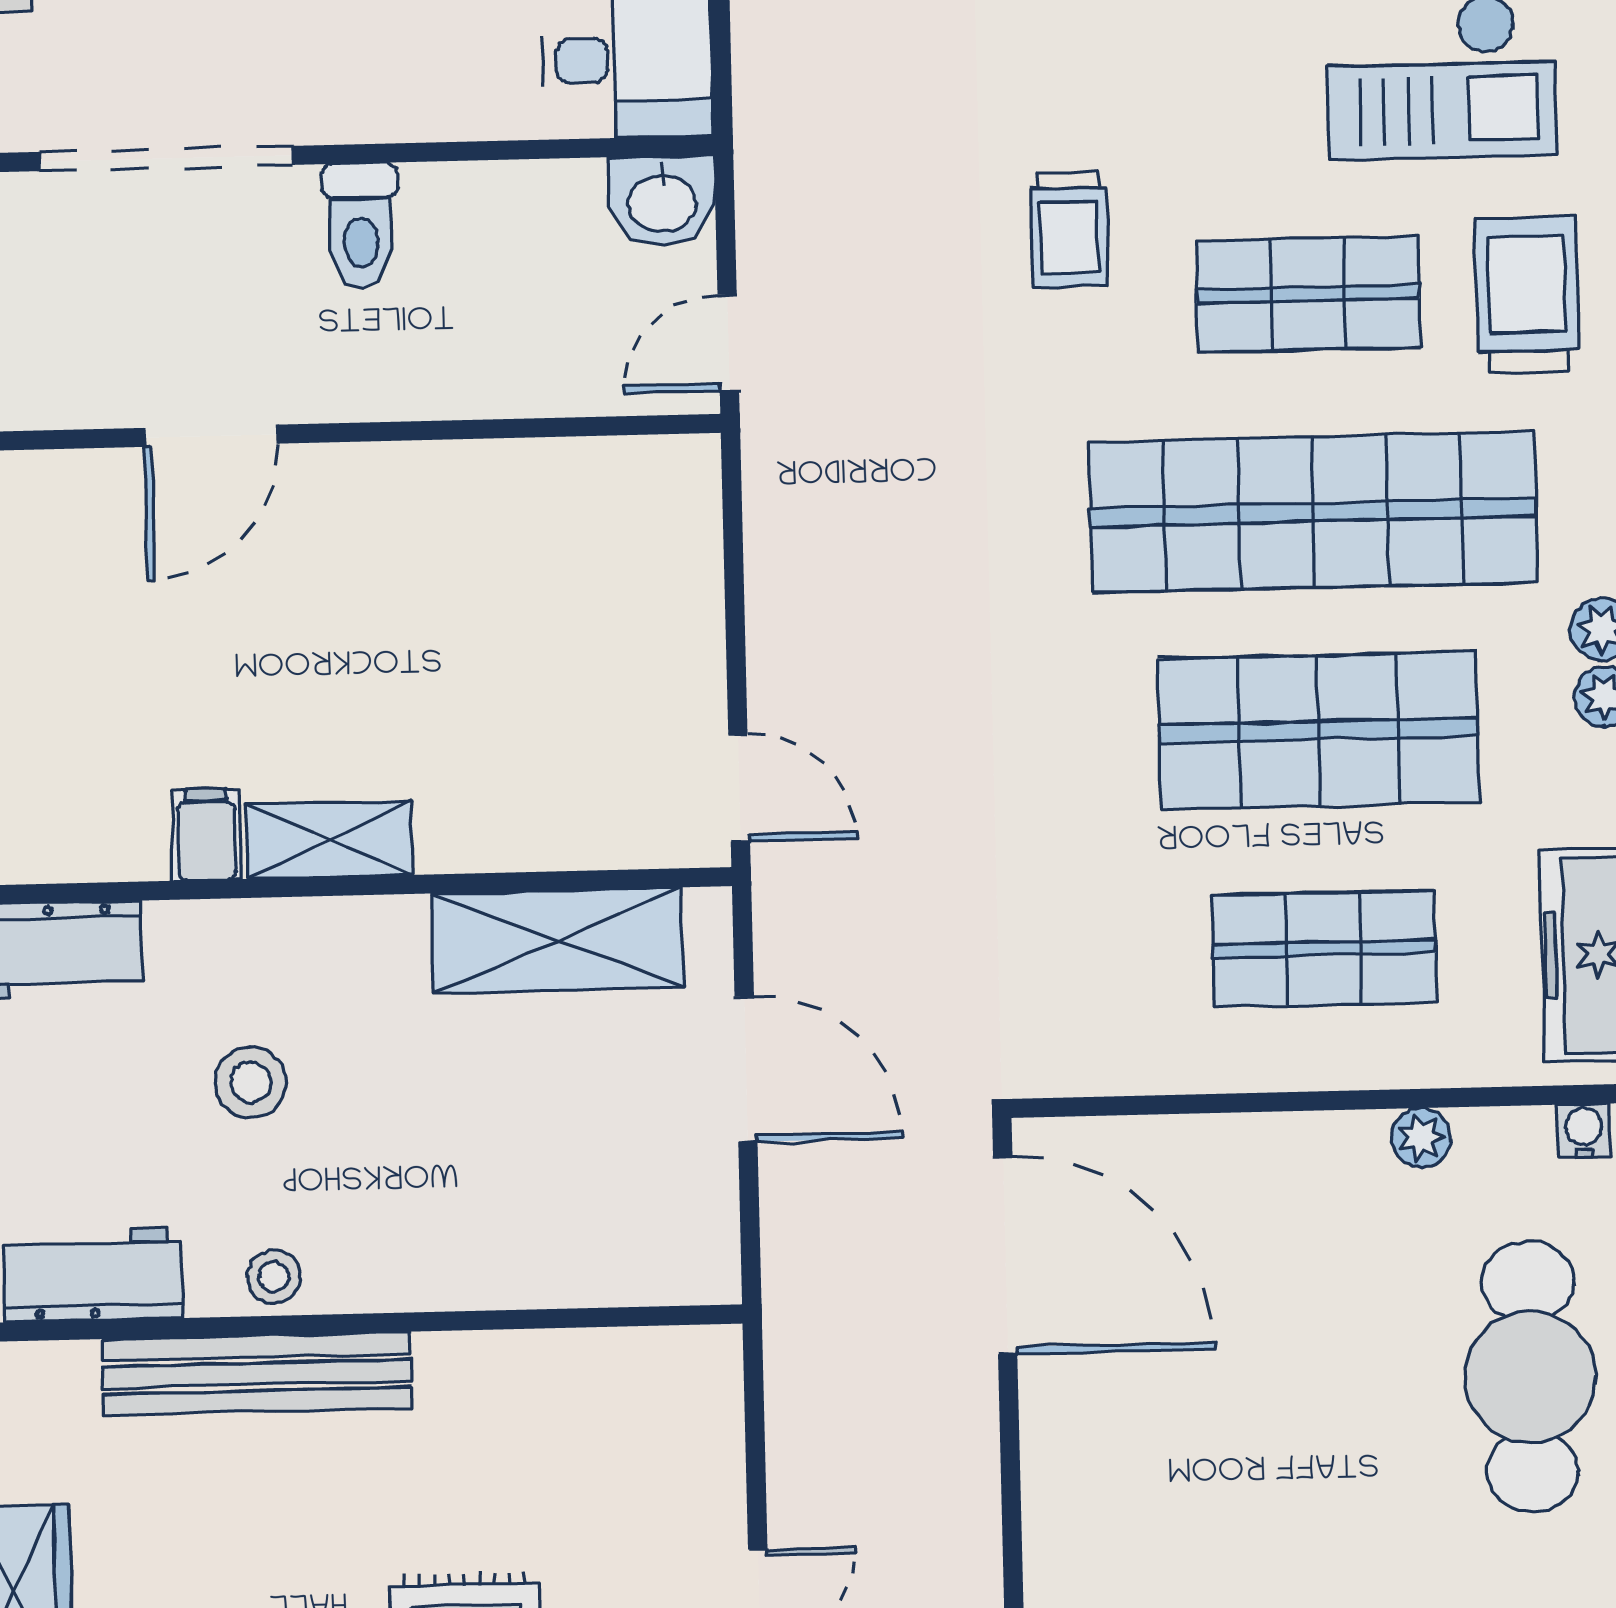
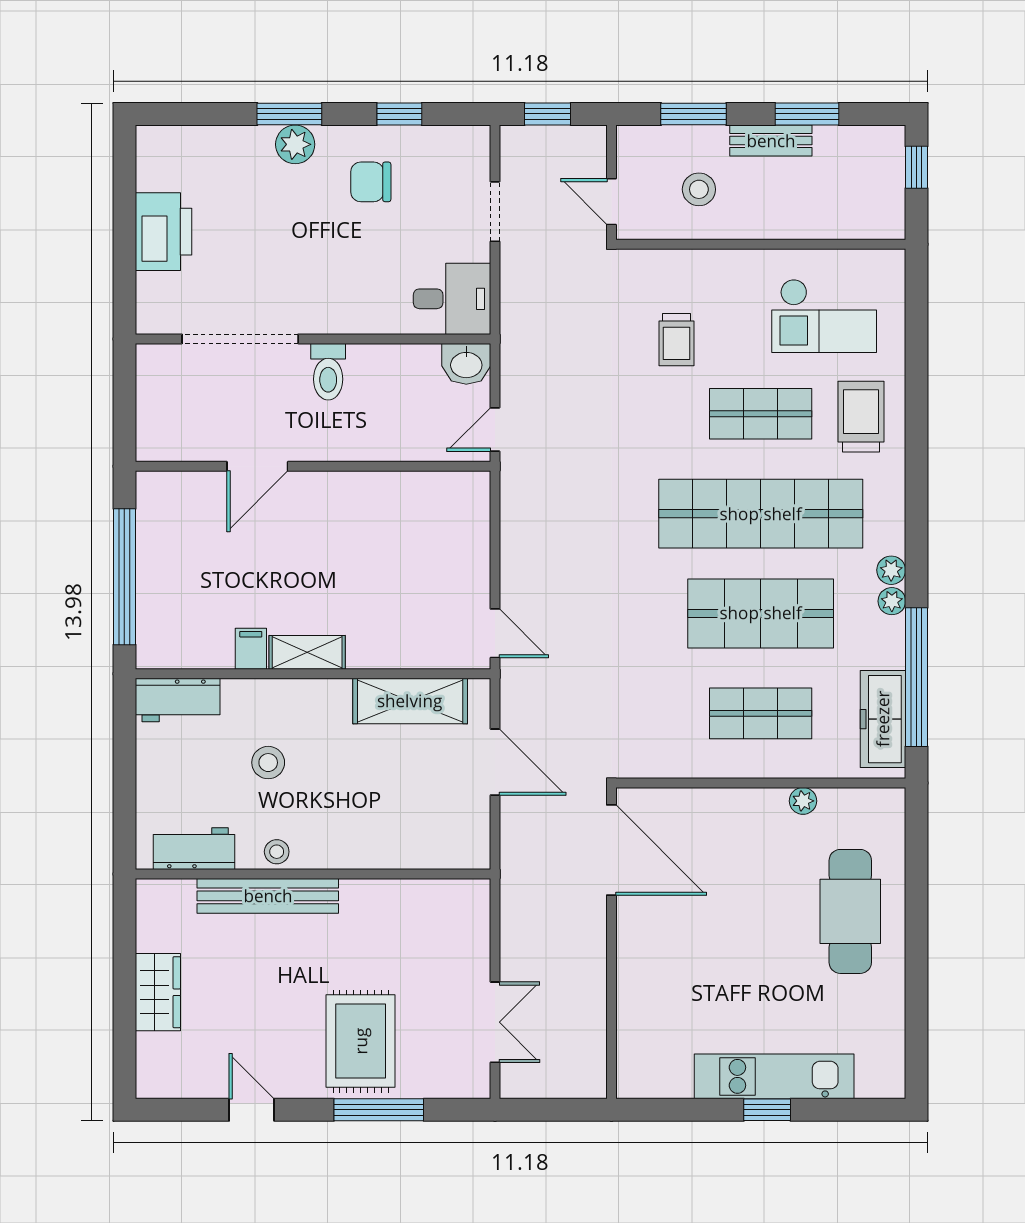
trolley: (1069, 229) -> (676, 340), moved
water cooler: (1584, 1131) -> (877, 800), removed

